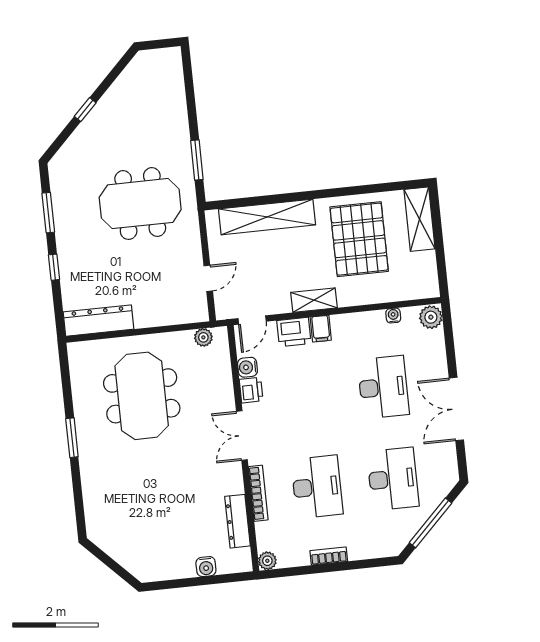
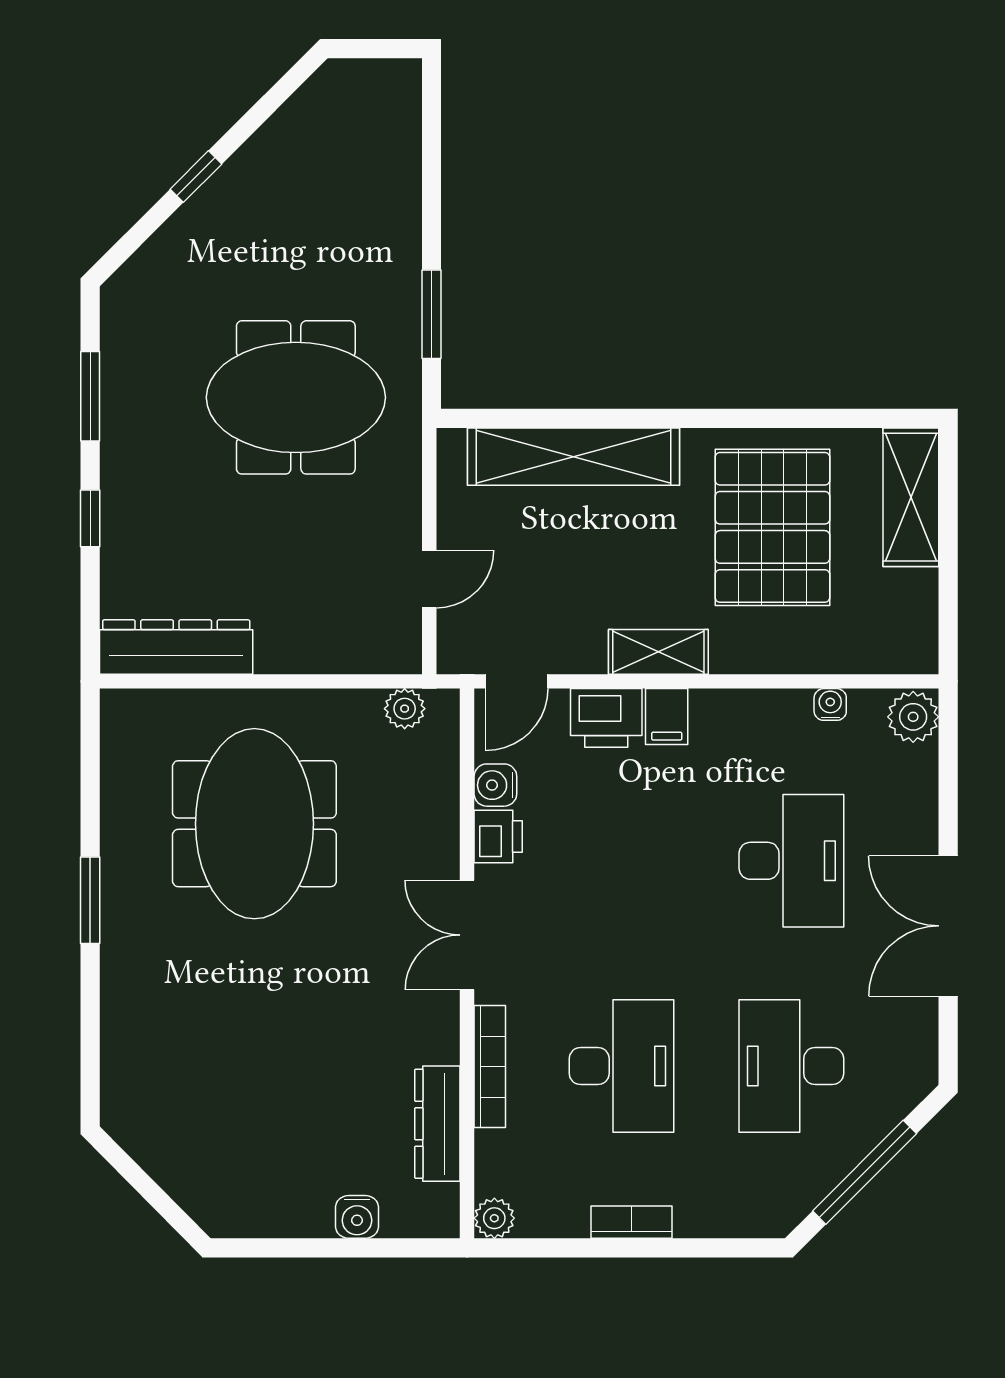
desk: (393, 479) -> (791, 1066), turned 180

